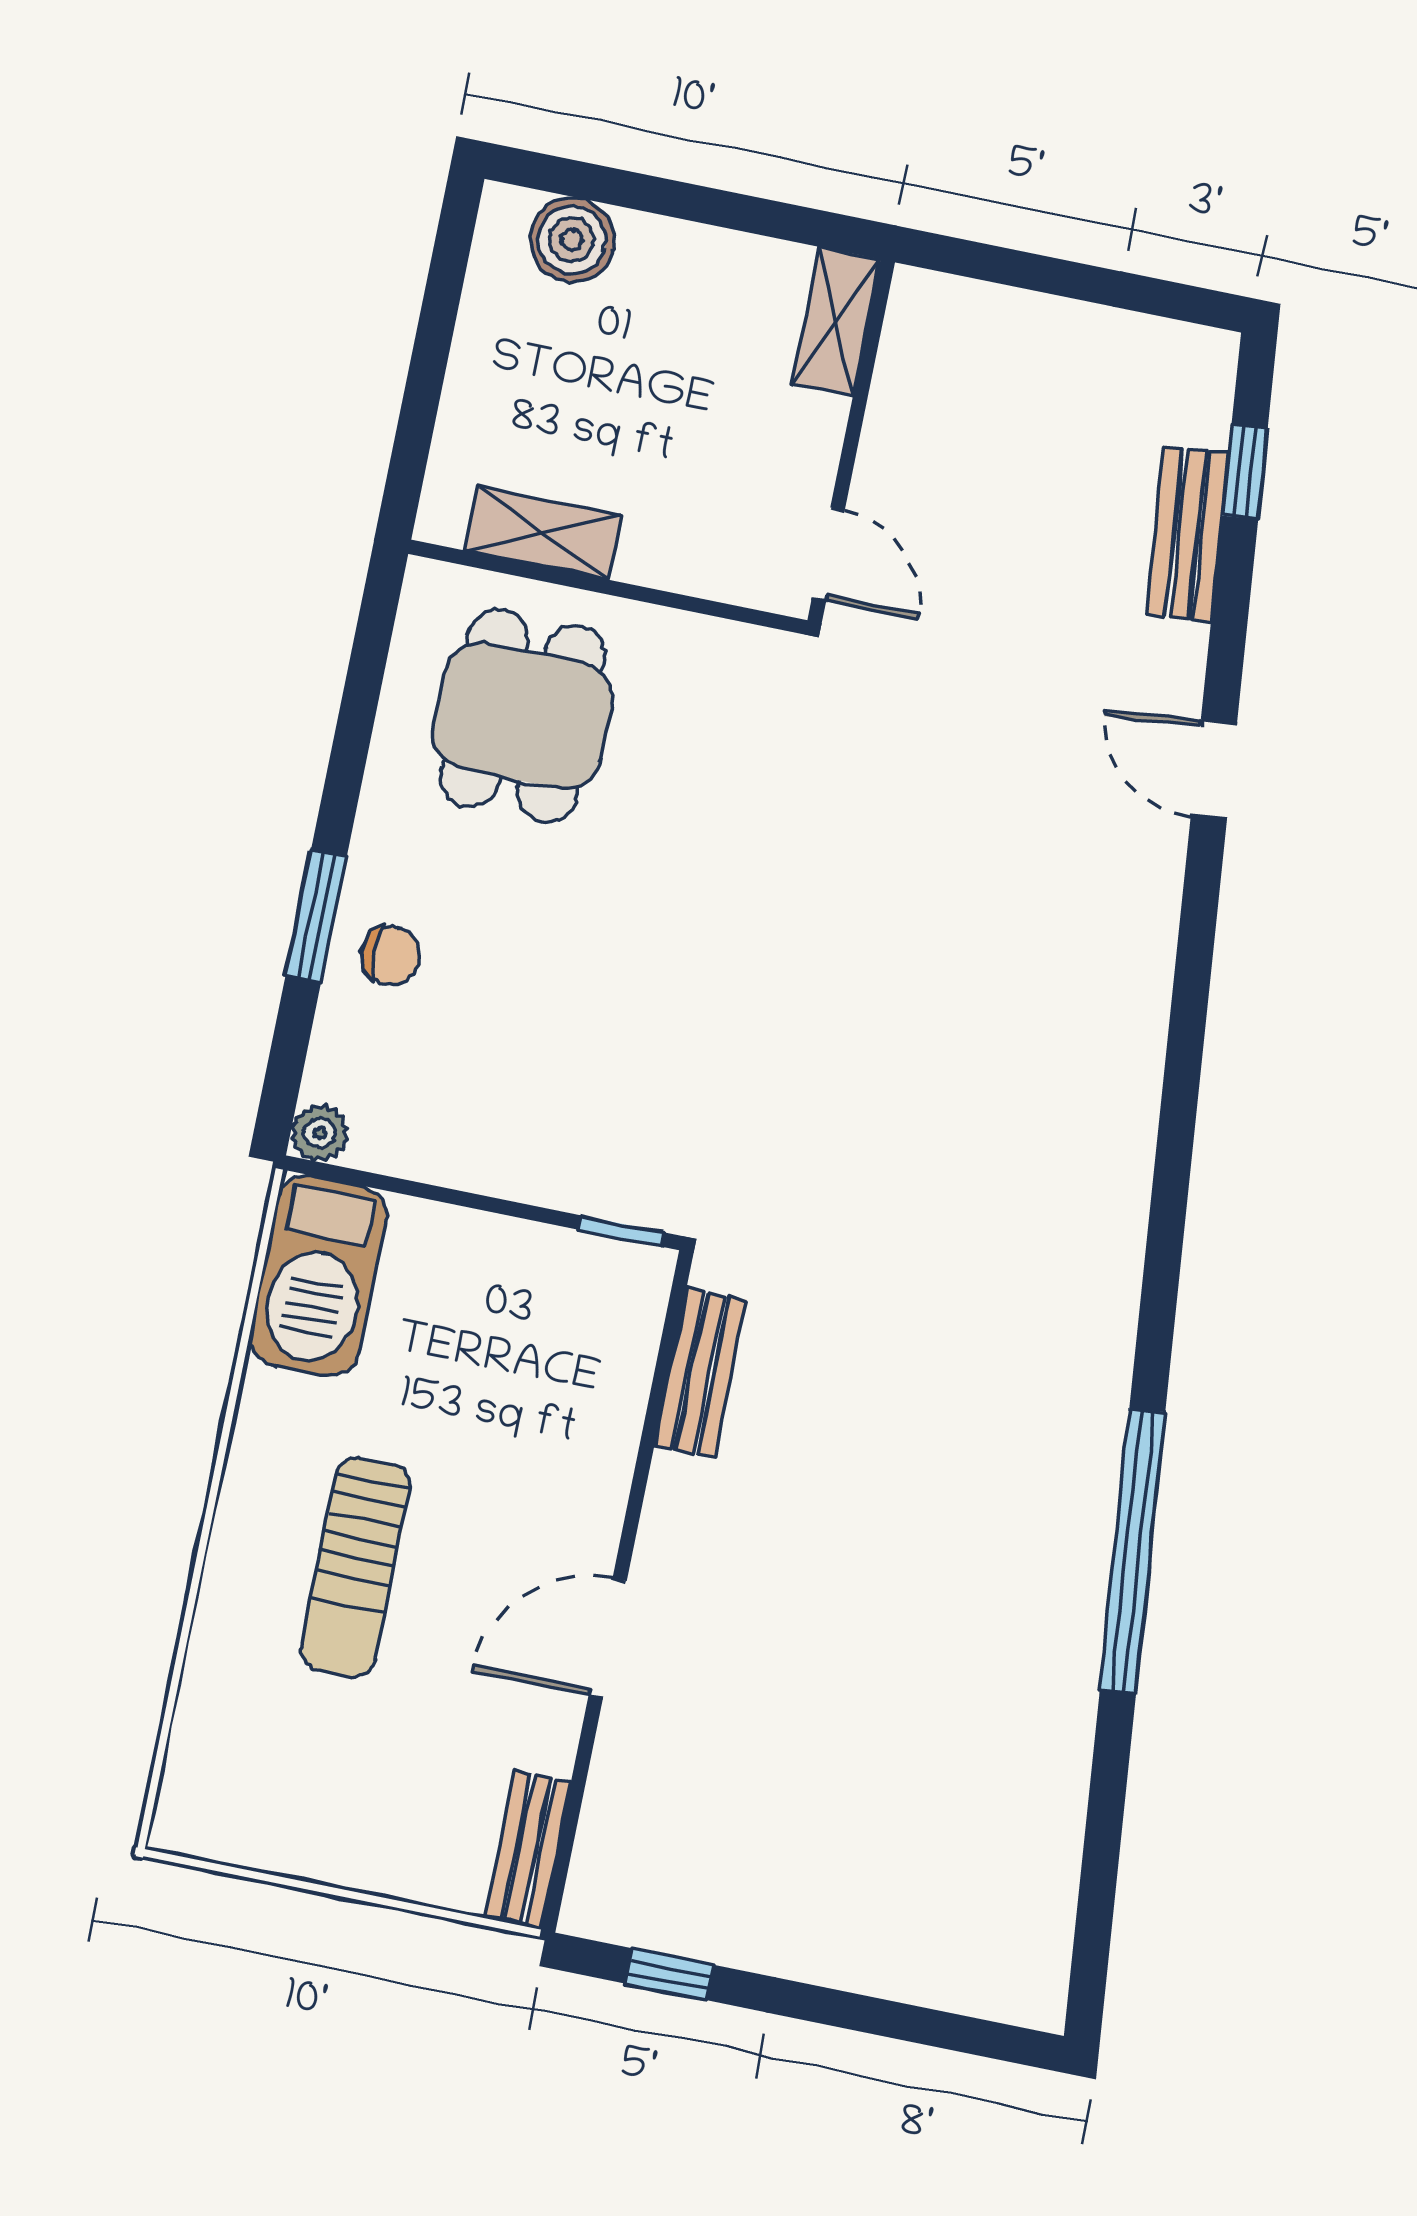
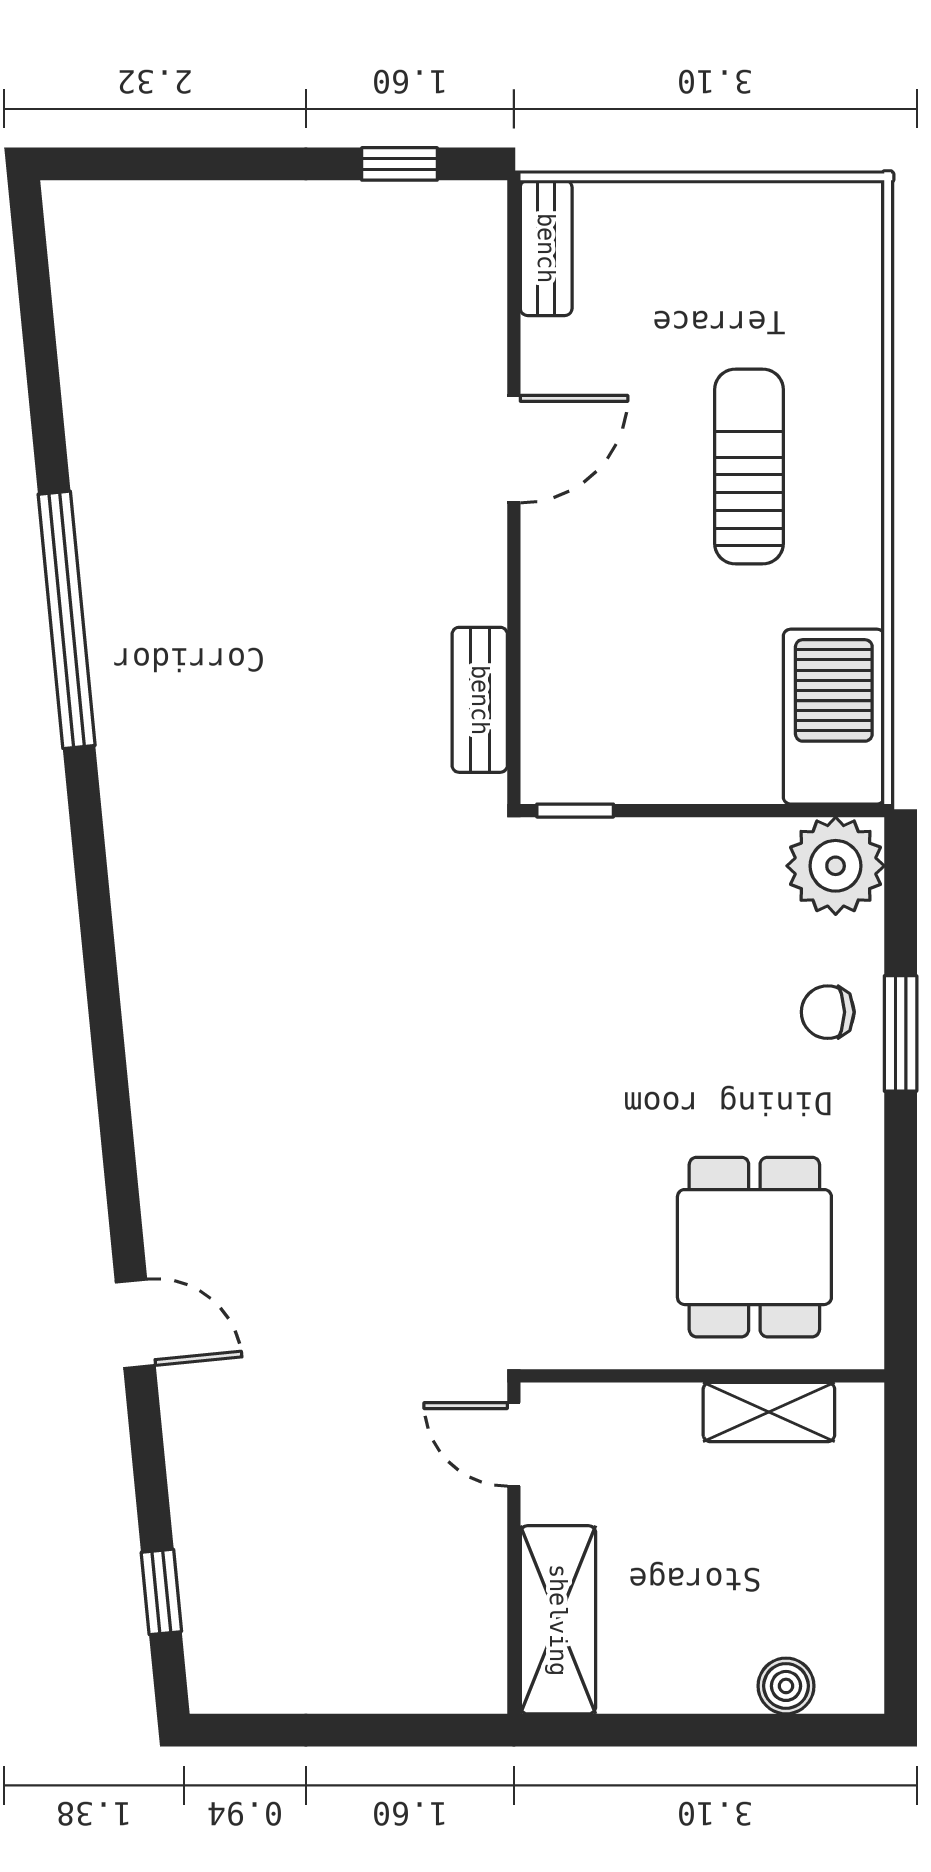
boiler: (572, 240) -> (786, 1686), width x0.73, depth x0.73
shelving: (836, 321) -> (558, 1620), width x1.50, depth x1.33
bench: (1188, 534) -> (201, 1527), removed
plant: (320, 1133) -> (836, 866), width x1.87, depth x1.87

